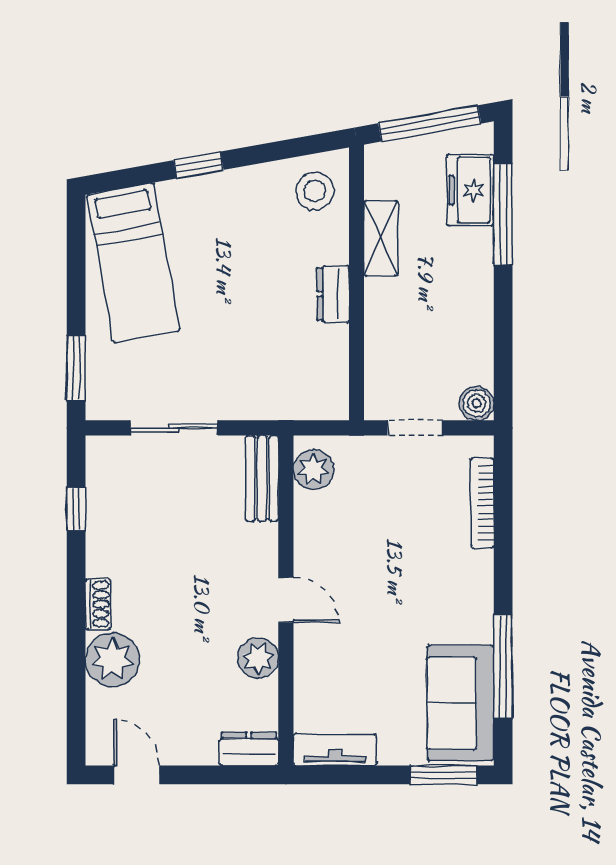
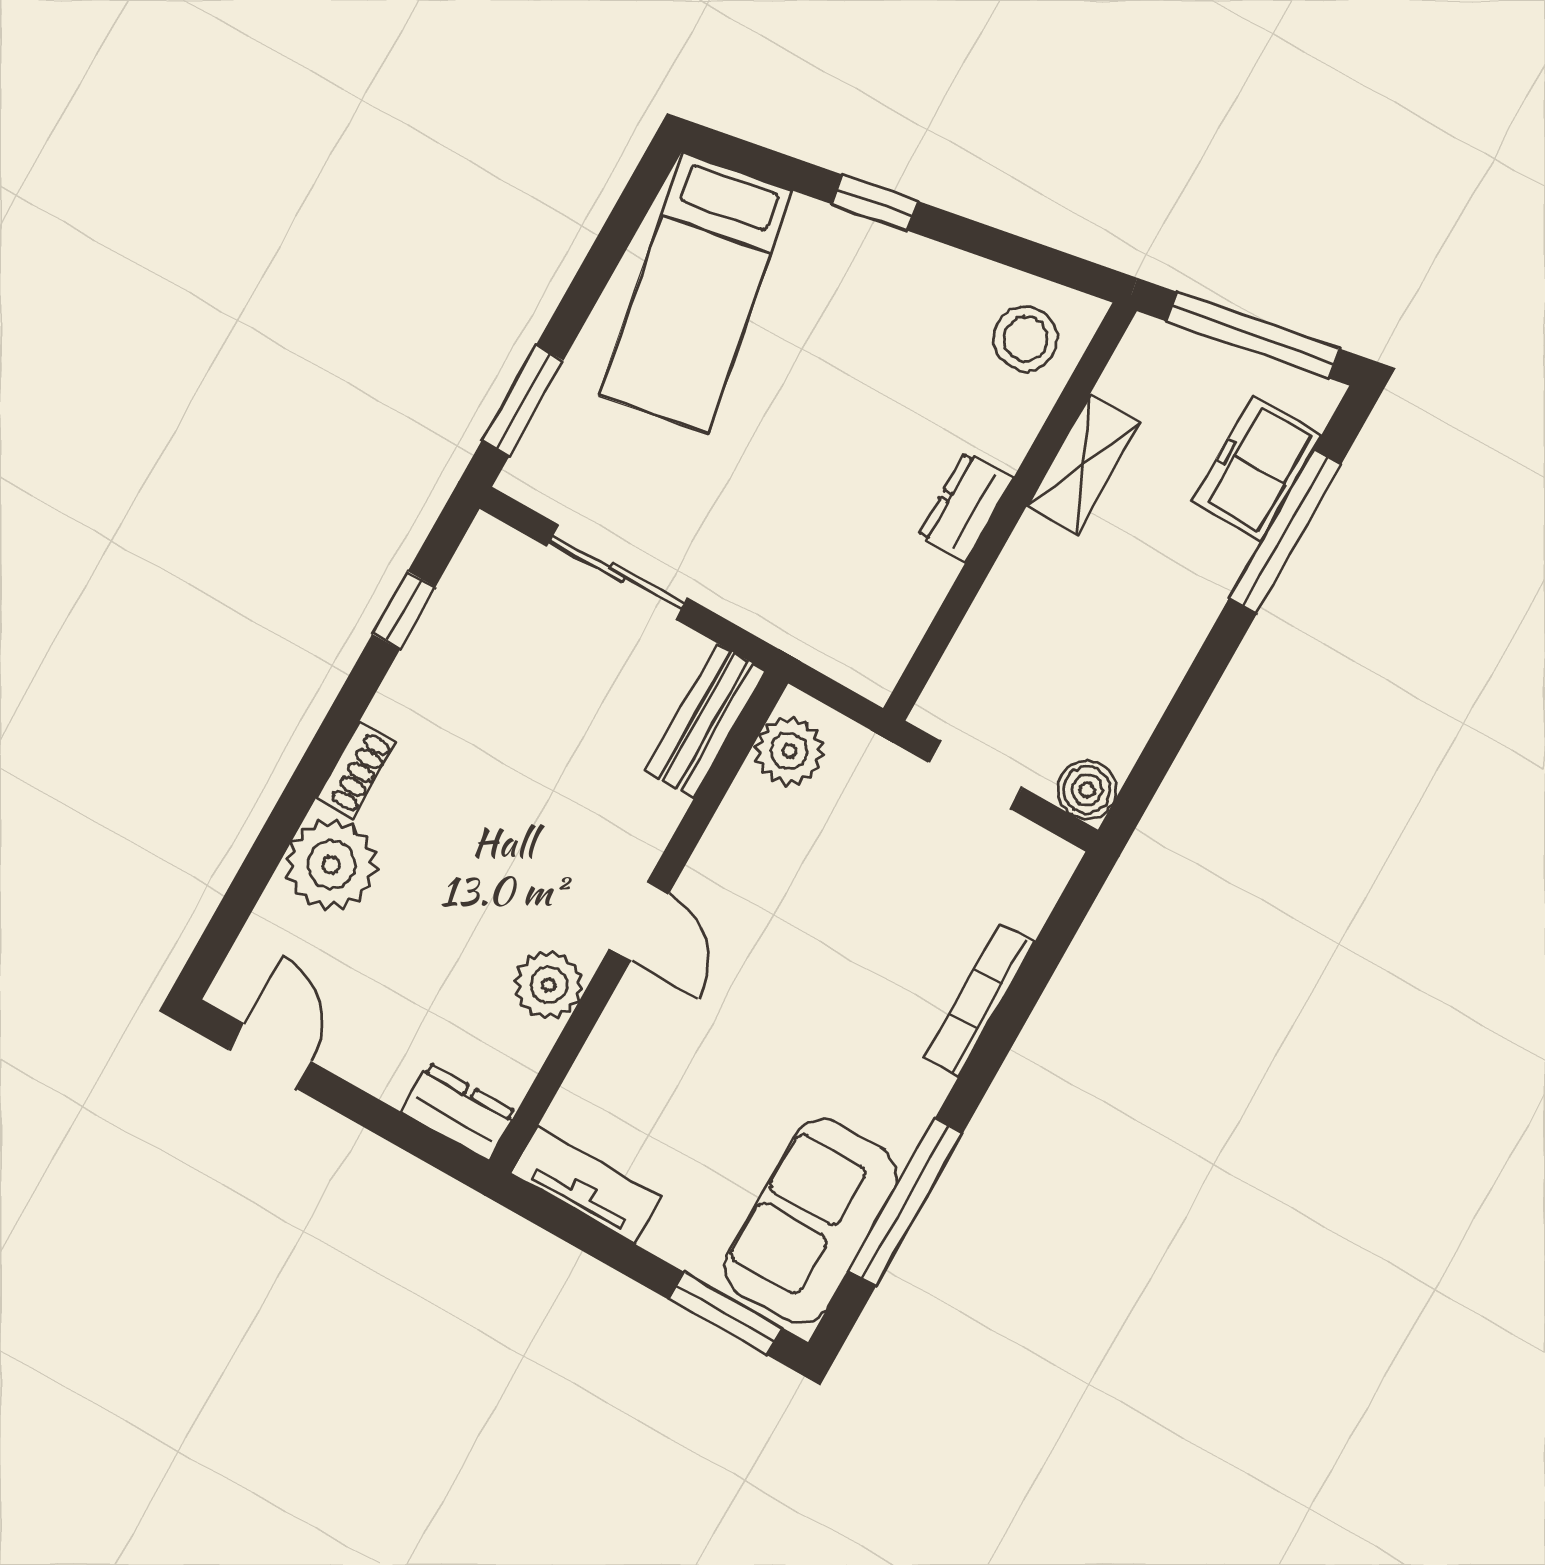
bookcase: (482, 503) -> (979, 1000), moved

